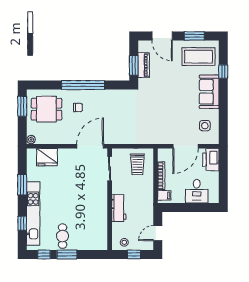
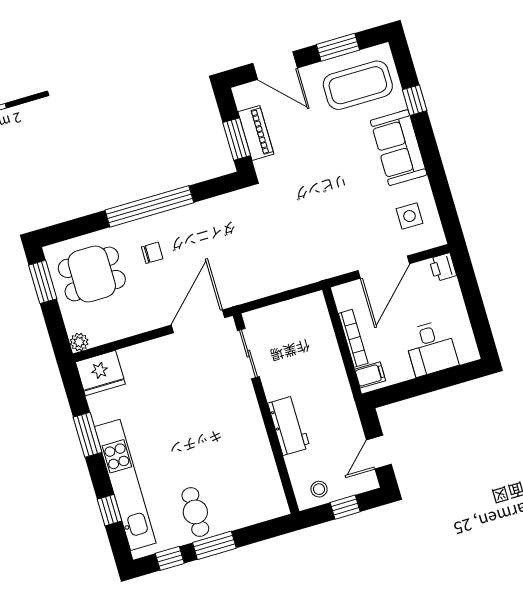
fridge: (47, 157) -> (100, 373), moved
printer: (211, 160) -> (443, 267), width x0.53, depth x0.68
trolley: (137, 164) -> (300, 330), removed

